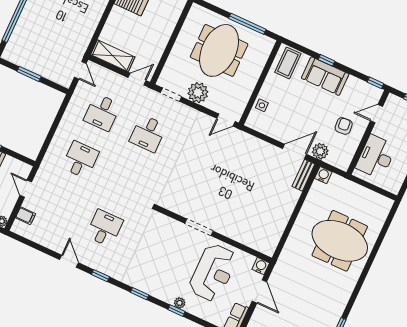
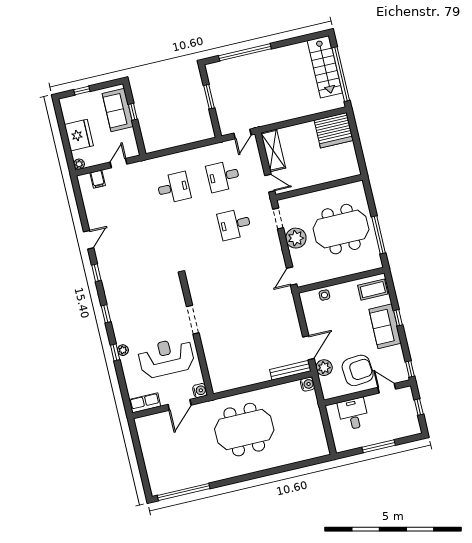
door: (226, 120) -> (292, 276), hinge flipped
armchair: (344, 126) -> (358, 370), width x1.88, depth x1.88
door: (294, 151) -> (308, 348), hinge flipped
desk: (376, 157) -> (353, 414), width x0.73
bench: (303, 175) -> (290, 370), width x1.36
desk: (104, 228) -> (135, 247), removed
meeting table: (340, 241) -> (244, 430), moved, turned 90
reception desk: (213, 273) -> (166, 358), turned 180

